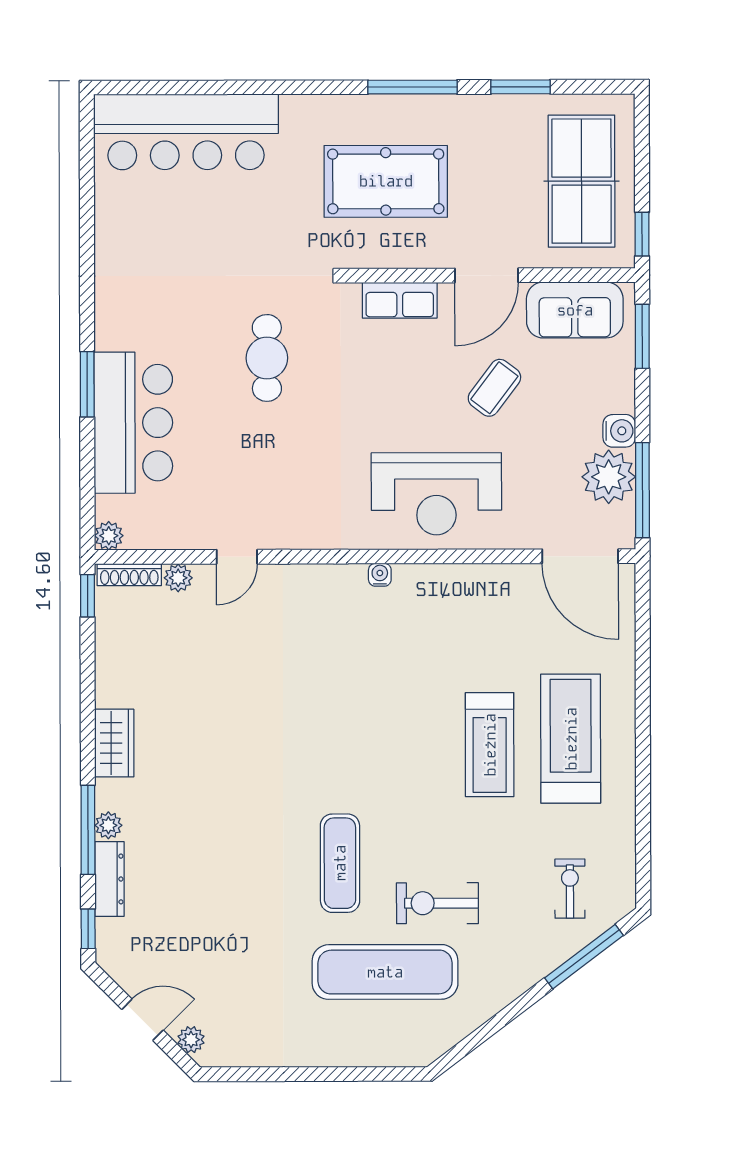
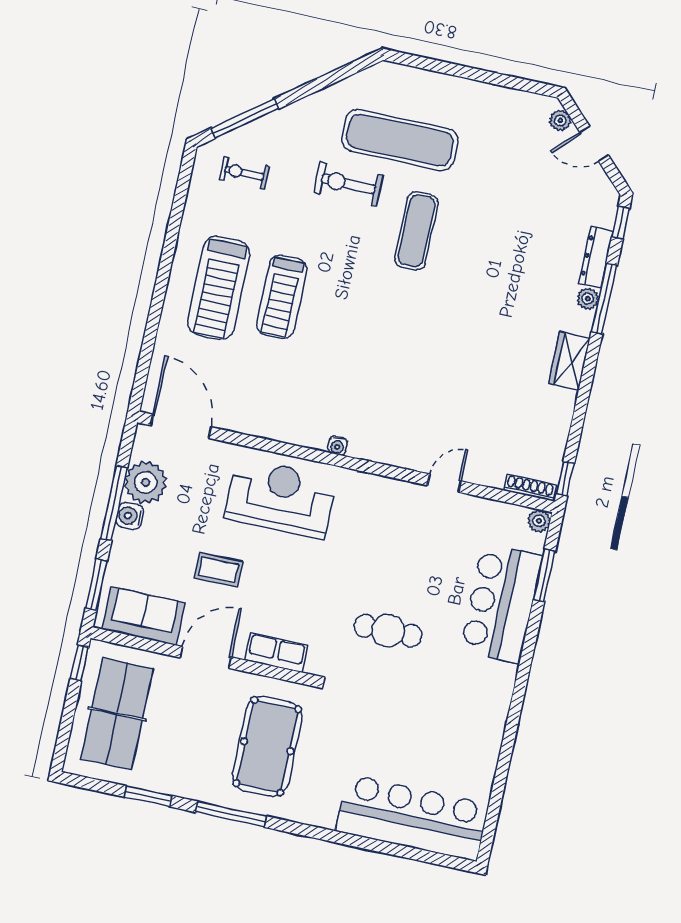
pool table: (386, 181) -> (267, 746), turned 90
cafe table: (267, 358) -> (388, 631), turned 90
window: (87, 384) -> (544, 575), moved
coffee table: (494, 388) -> (218, 570), turned 53
window: (642, 490) -> (114, 503), moved
plant: (178, 578) -> (493, 477), removed
treadmill: (490, 745) -> (282, 297), turned 180
exercise bike: (570, 889) -> (244, 173), turned 90
exercise bike: (437, 903) -> (348, 184), turned 180

